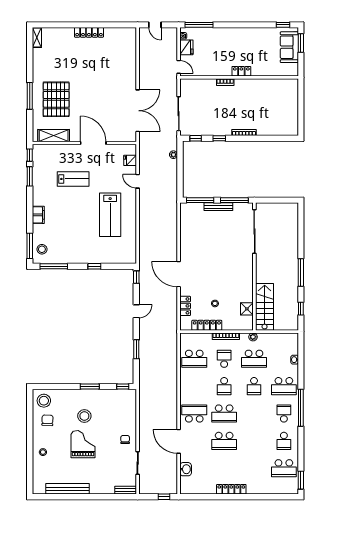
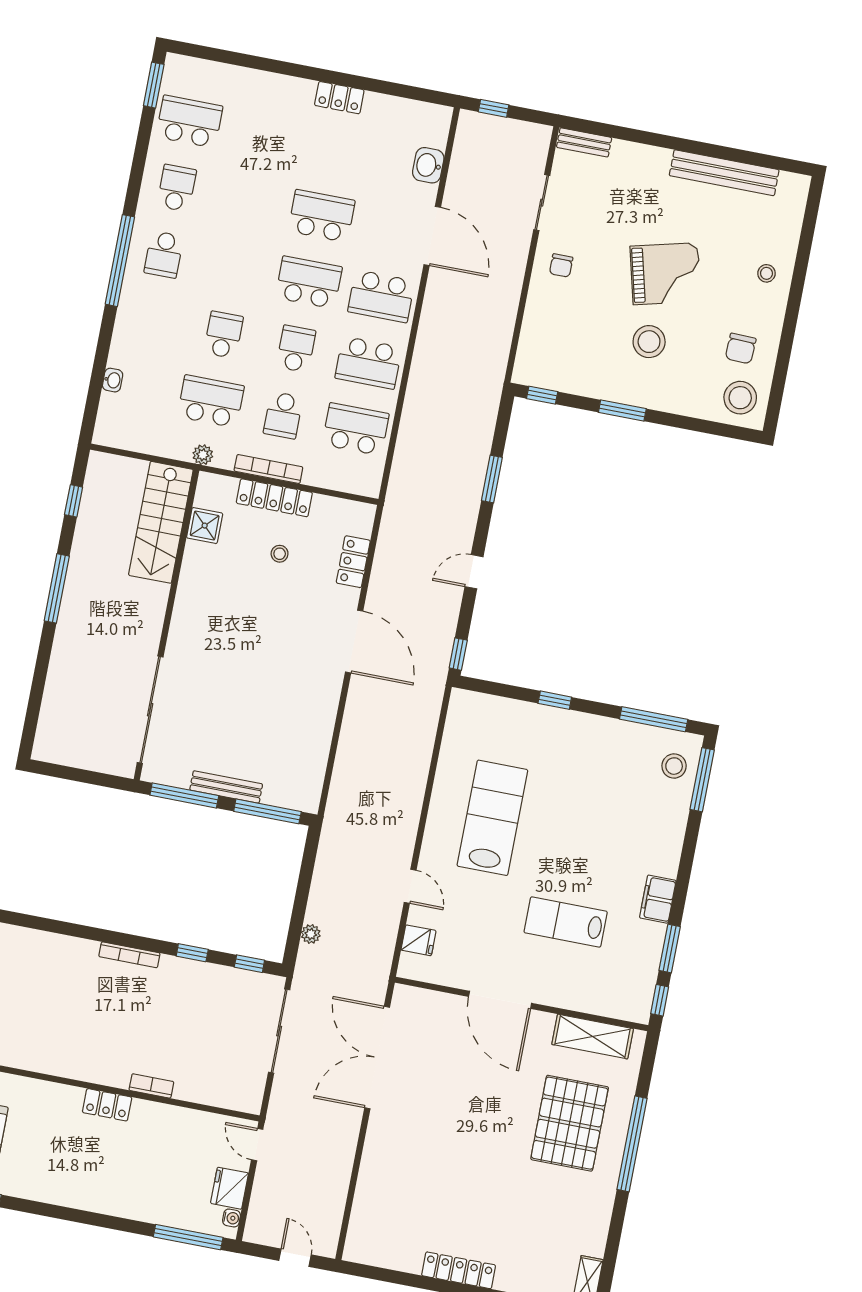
window: (30, 96) -> (632, 1144), width x1.46
filing cabinet: (38, 215) -> (658, 899), moved
locker: (207, 325) -> (274, 498), moved
school desk: (284, 386) -> (368, 363), moved, turned 180
grand piano: (83, 444) -> (665, 274), turned -104
locker: (231, 489) -> (339, 98), width x0.66

